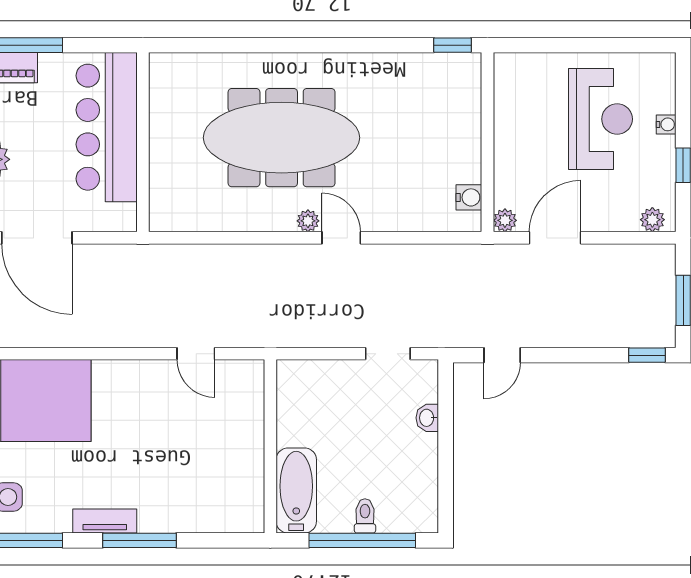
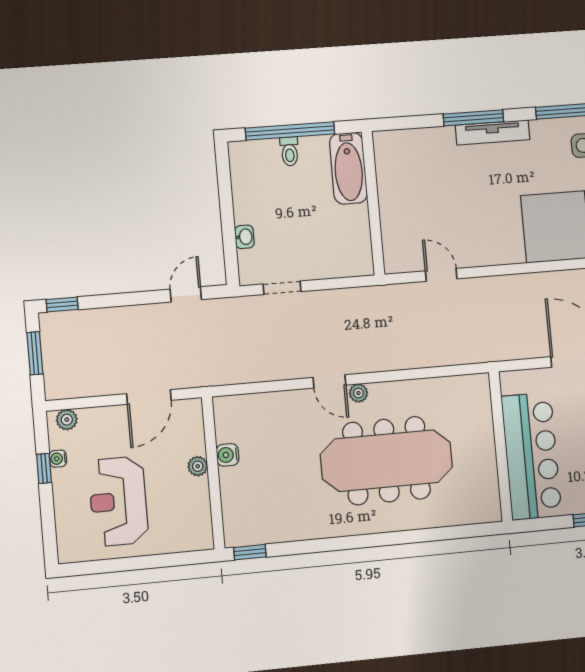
water cooler: (666, 124) -> (58, 459), moved
water cooler: (469, 197) -> (228, 455), moved
plant: (505, 220) -> (198, 466), moved
tv unit: (105, 521) -> (493, 132), width x1.41

